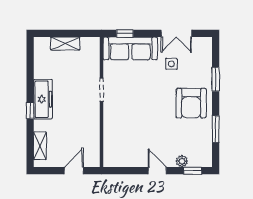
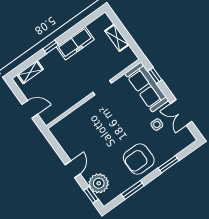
freezer: (43, 99) -> (75, 43), moved
plant: (182, 161) -> (99, 183), width x1.88, depth x1.88

